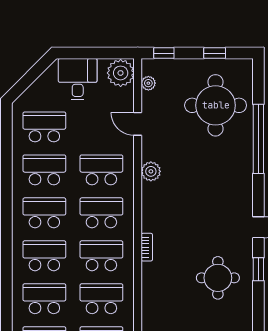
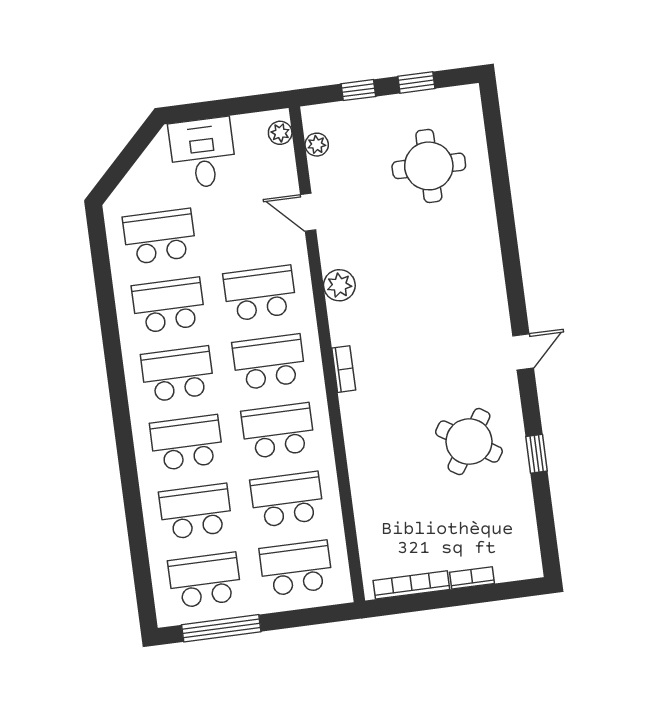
window: (164, 53) -> (358, 90), moved
plant: (121, 73) -> (280, 133), width x0.53, depth x0.53
round table: (216, 105) -> (429, 166), width x0.73, depth x0.73
window: (258, 139) -> (504, 211), removed
bookcase: (147, 247) -> (344, 369), moved
window: (258, 269) -> (536, 454), moved
round table: (218, 278) -> (469, 442), turned 33

